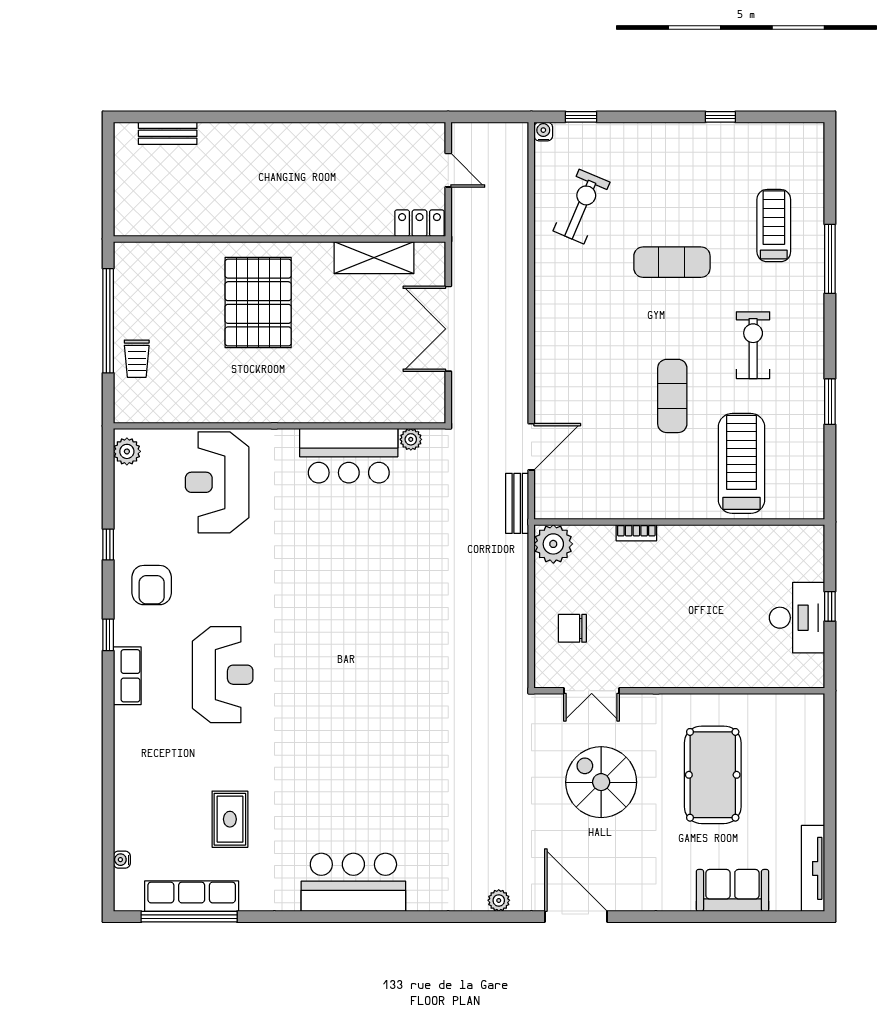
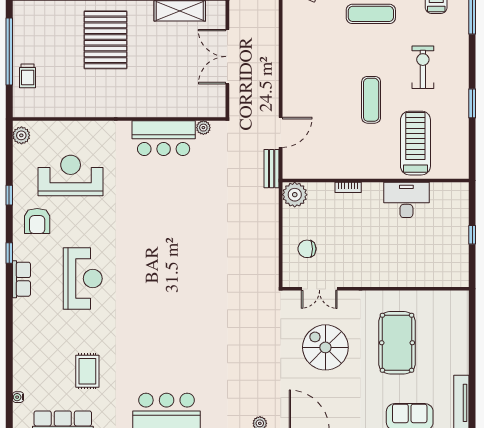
reception desk: (217, 482) -> (71, 175), moved, turned 90
desk: (797, 618) -> (406, 200), moved, turned -90

